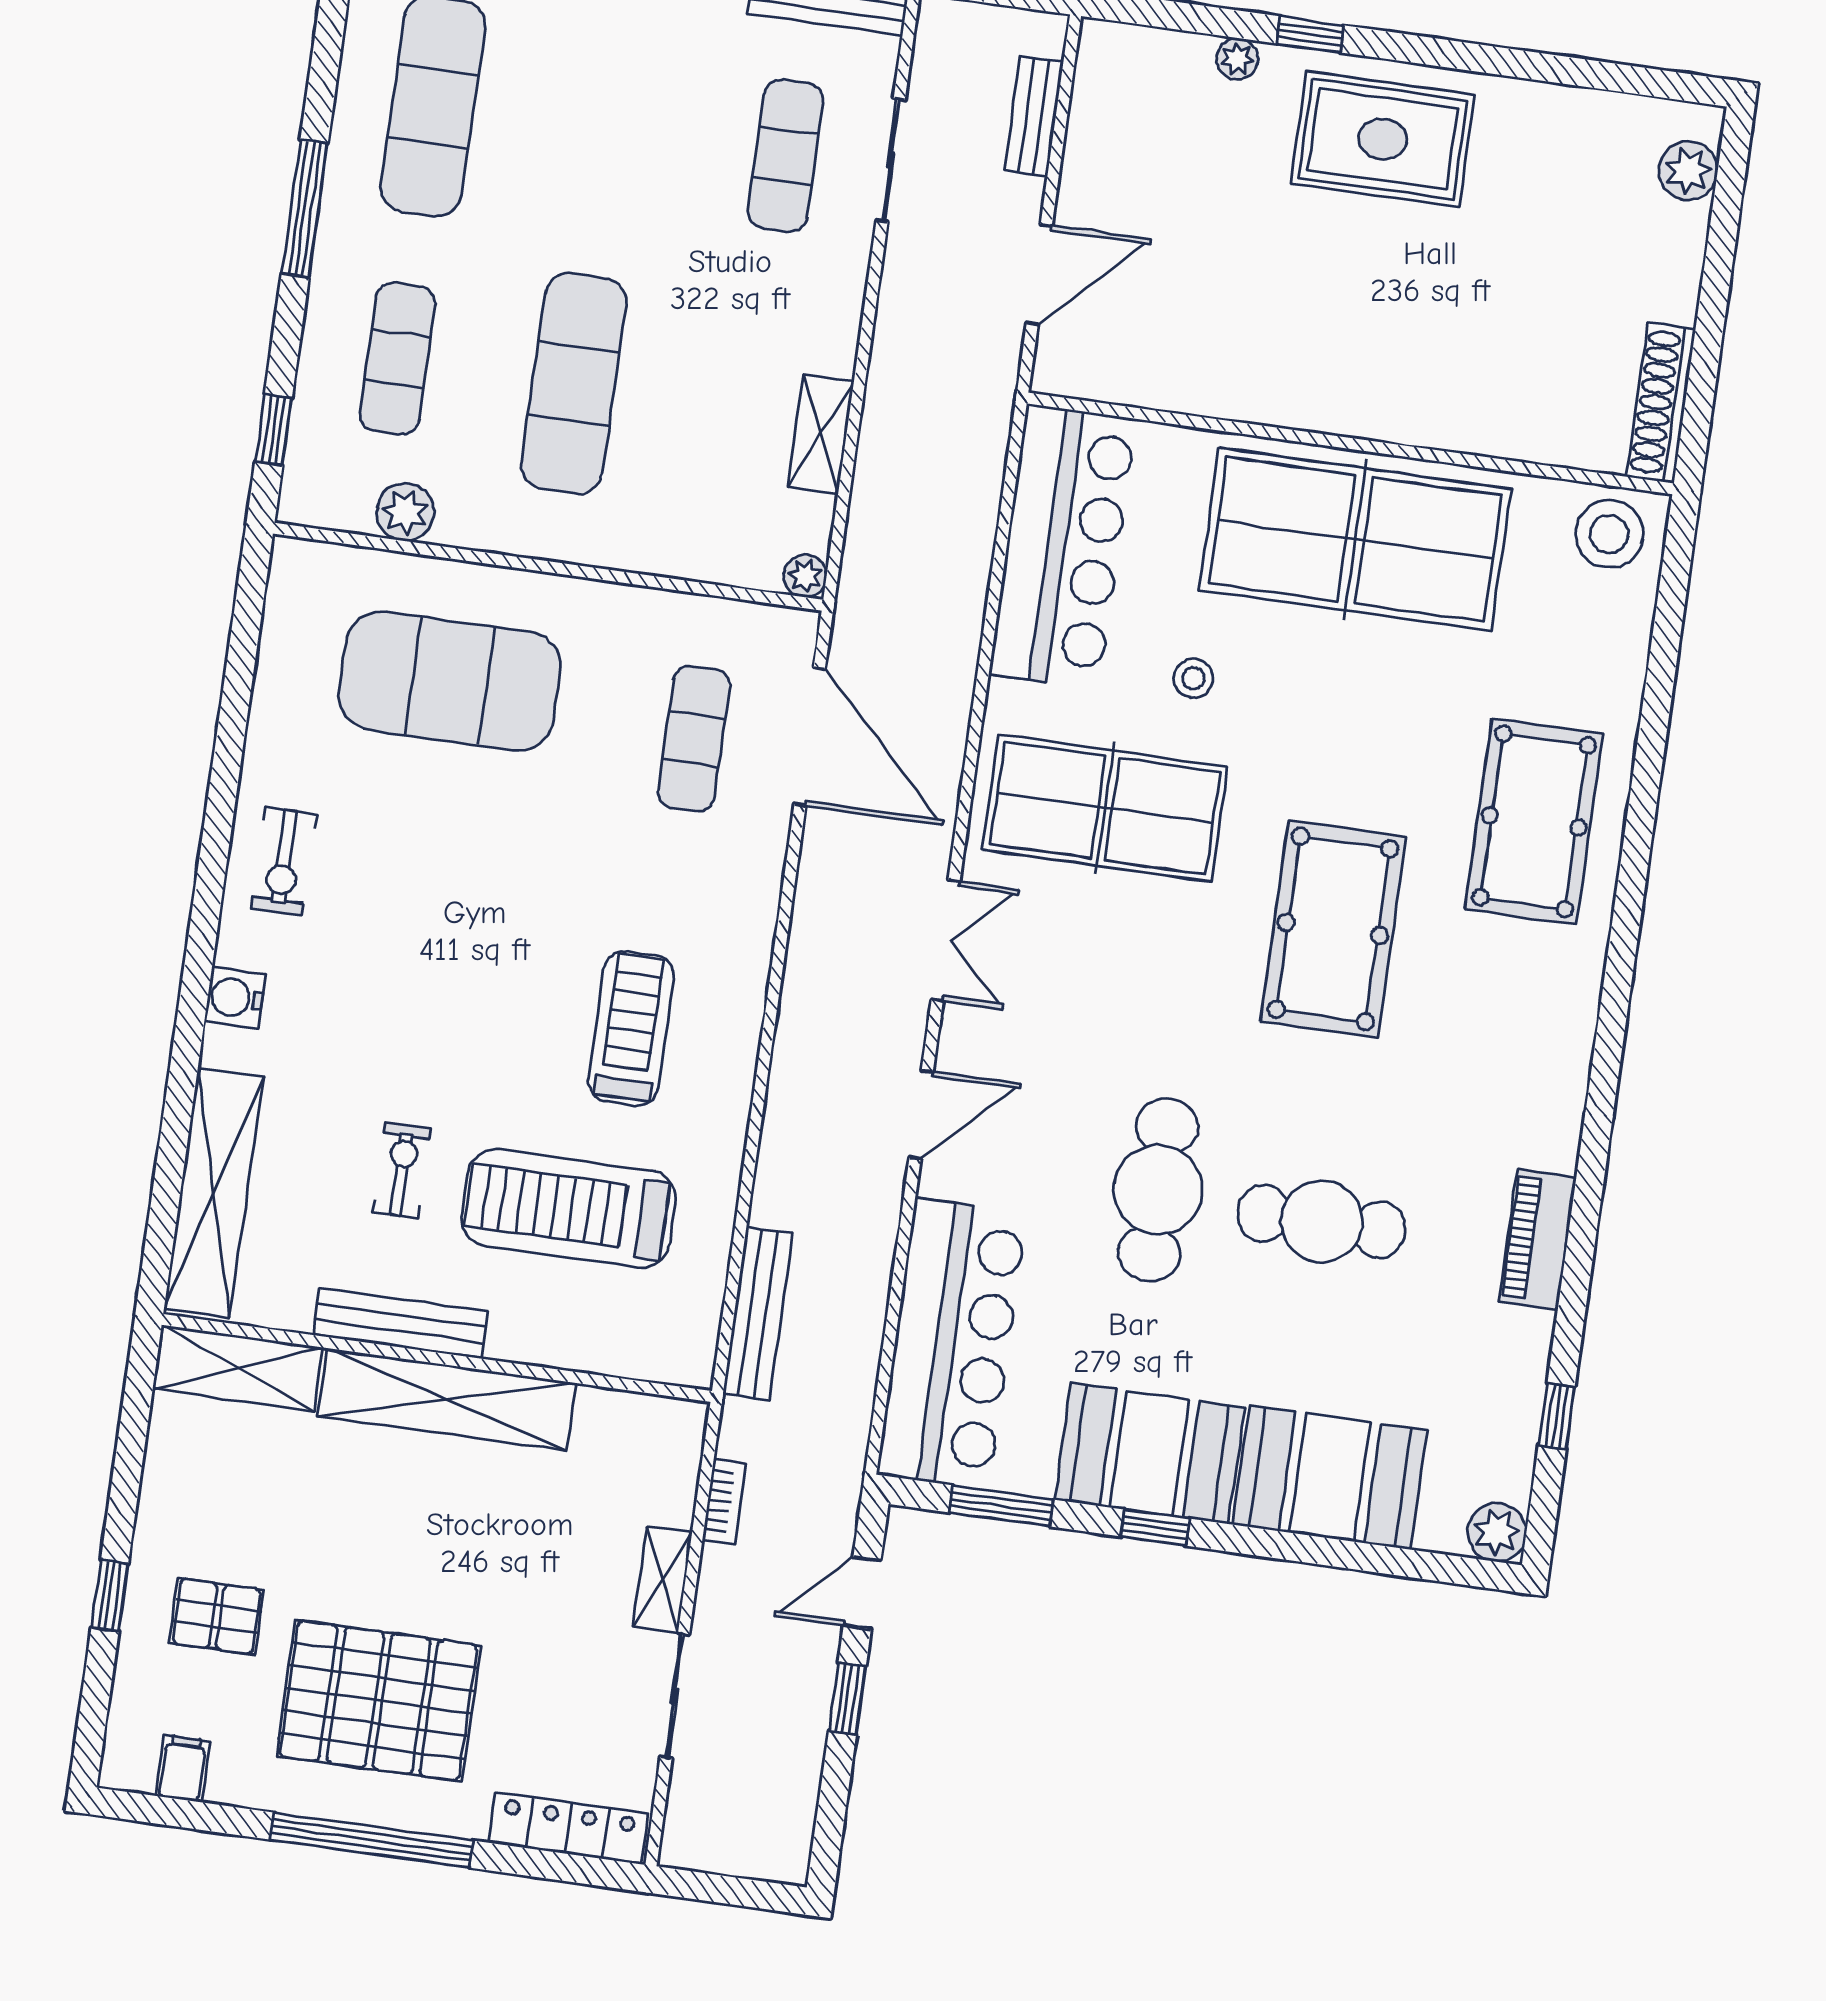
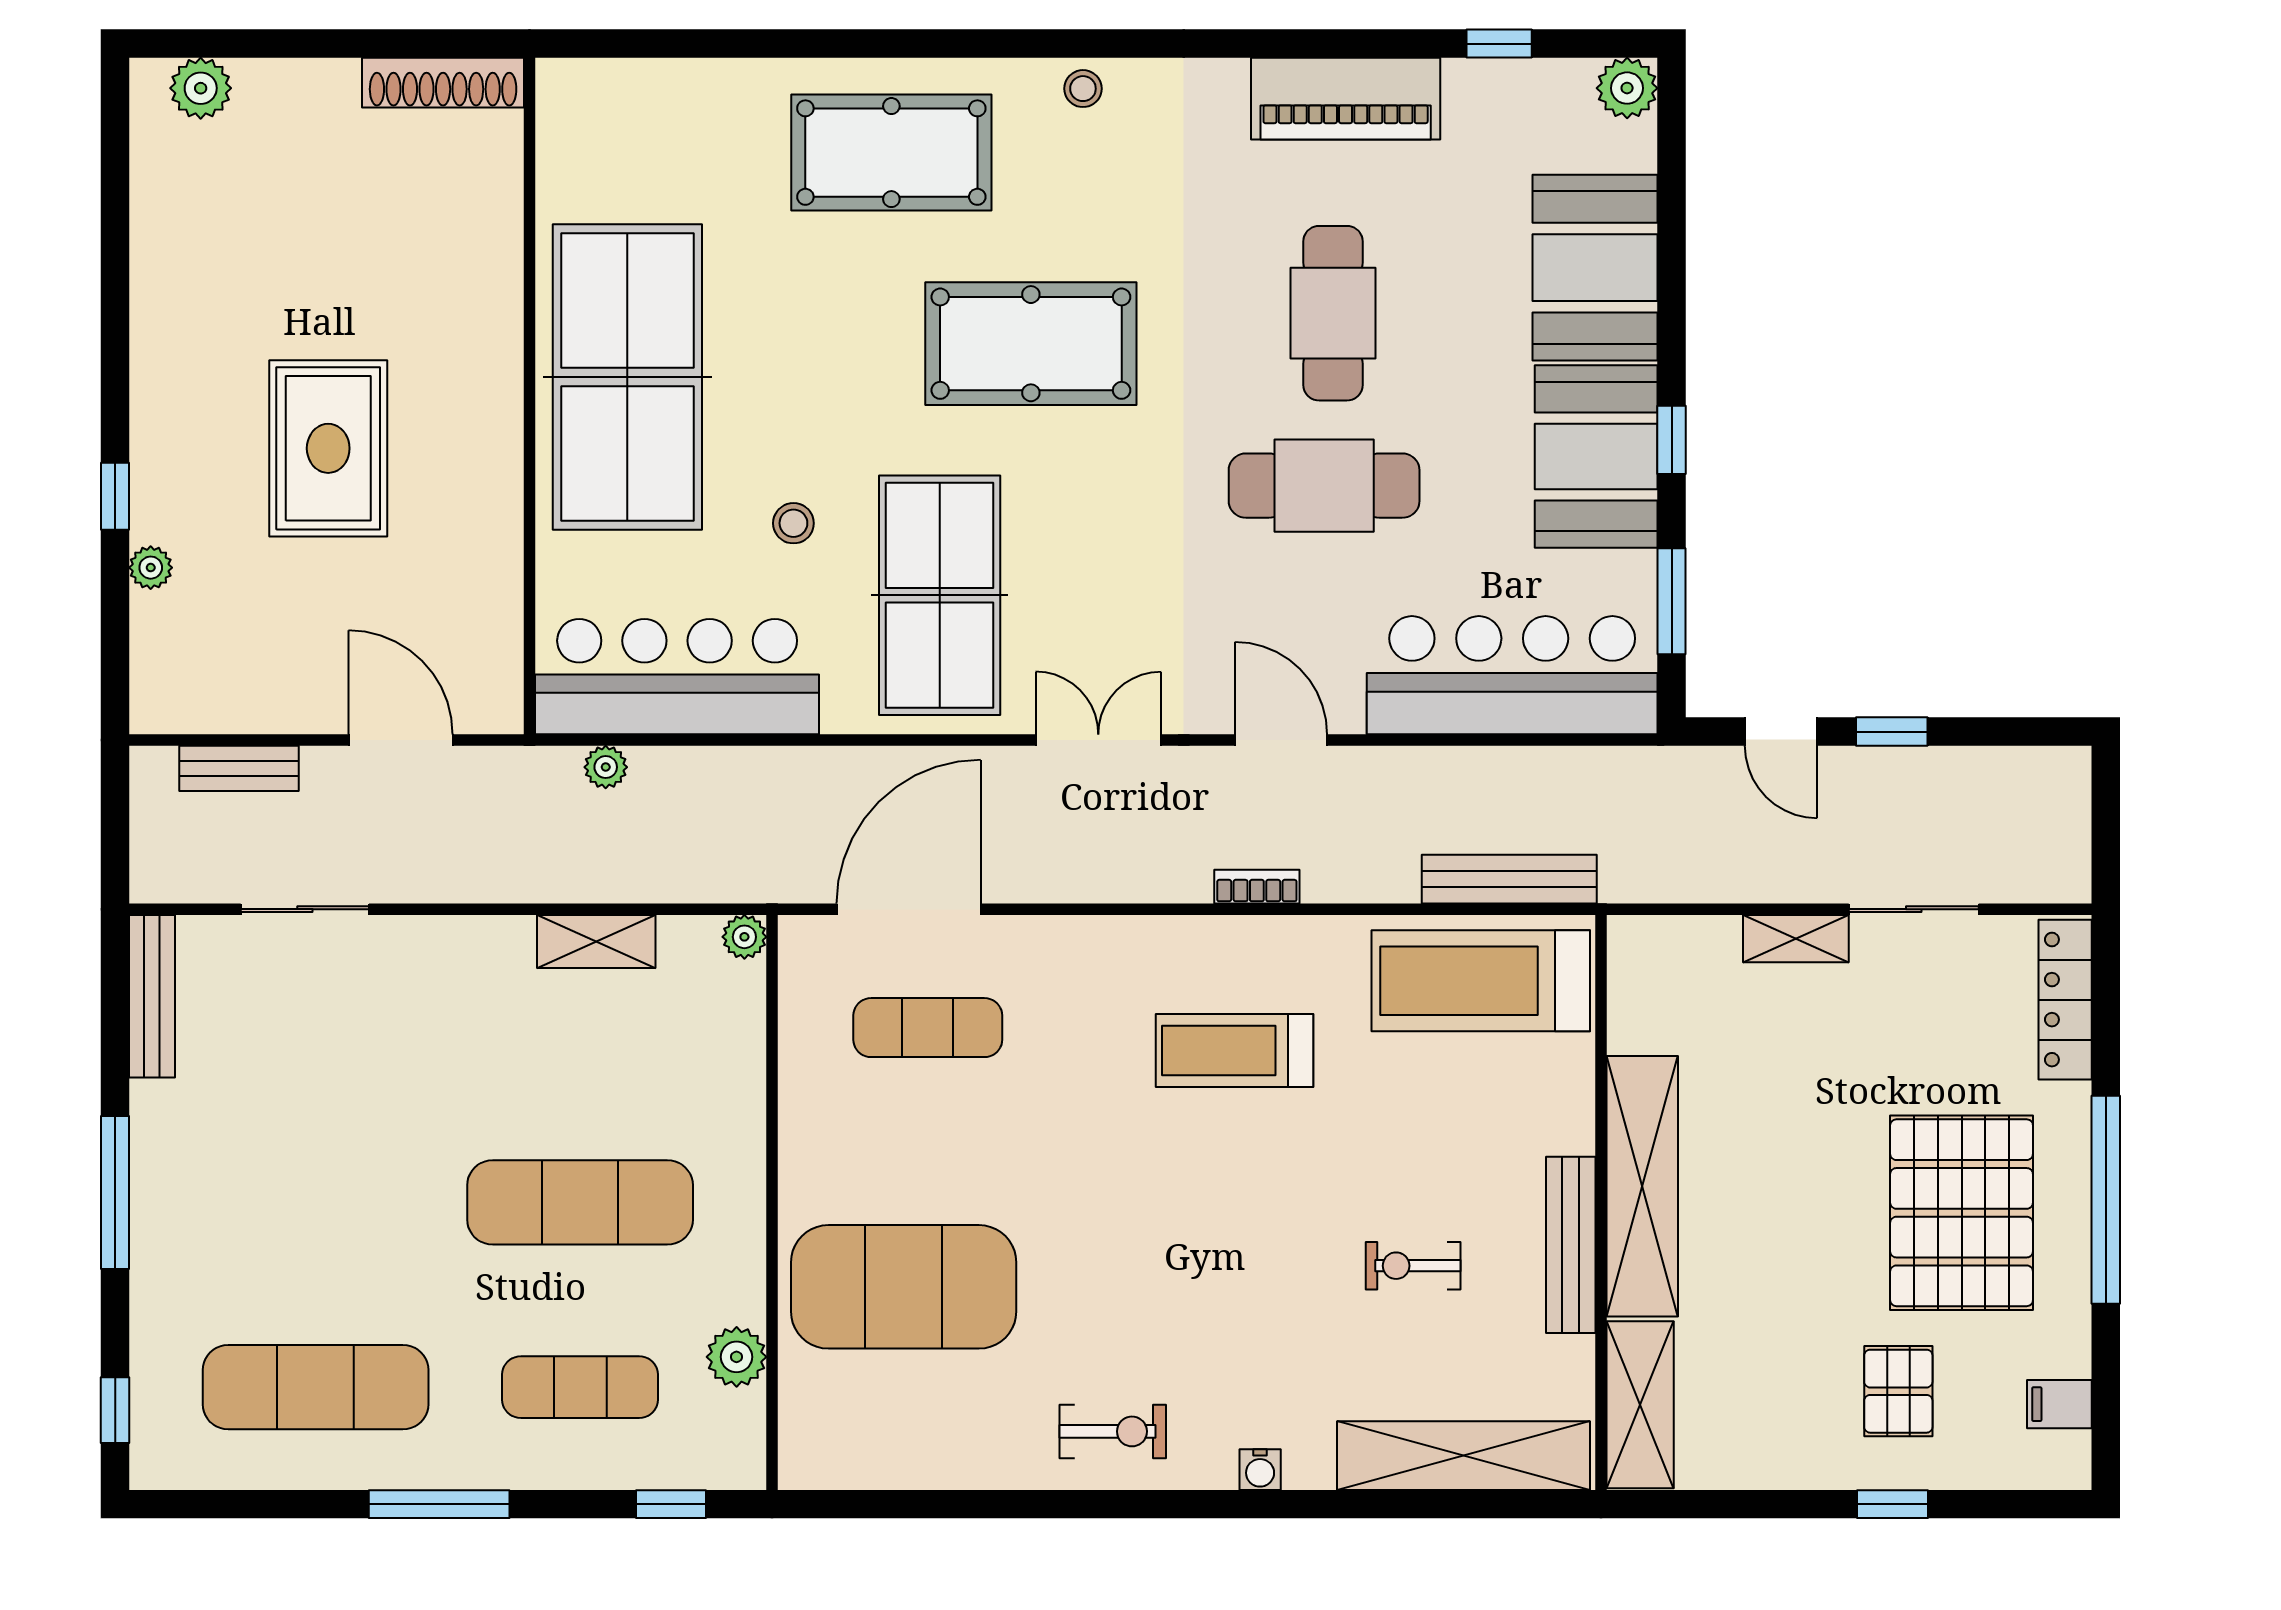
rug: (1383, 139) -> (328, 448), moved
exercise mat: (786, 156) -> (316, 1018), removed
plant: (986, 466) -> (606, 767), added
stool: (1609, 534) -> (1083, 89), moved, width x0.53, depth x0.53
exercise mat: (450, 681) -> (904, 1287), turned 90
water cooler: (235, 998) -> (1260, 1470), width x0.72, depth x0.72
treadmill: (569, 1208) -> (1481, 981), moved, turned 90
piano: (1538, 1239) -> (1346, 99), width x1.37, depth x1.33
bookcase: (724, 1502) -> (1257, 887), moved

